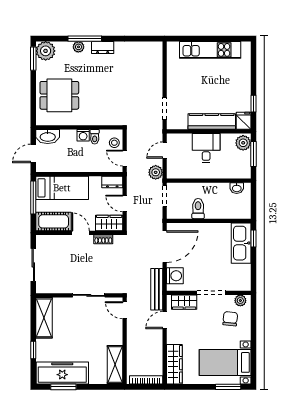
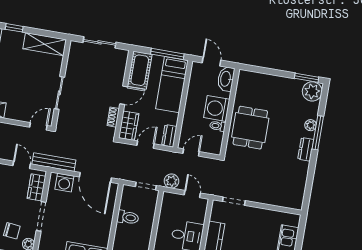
dining table: (59, 95) -> (250, 128), moved
washing machine: (83, 135) -> (217, 108), width x1.89, depth x1.89
stool: (114, 143) -> (208, 145), removed

